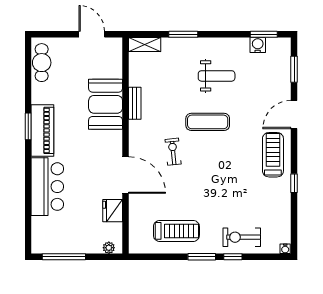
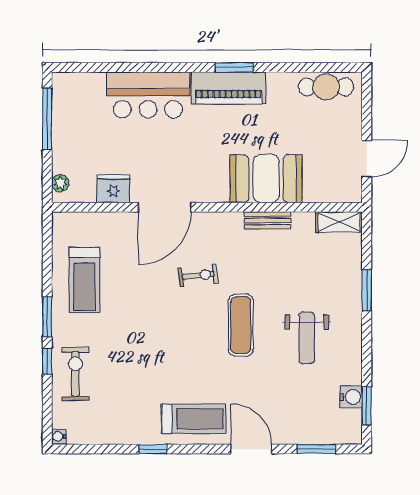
shelving: (145, 45) -> (339, 222), moved, turned 90

